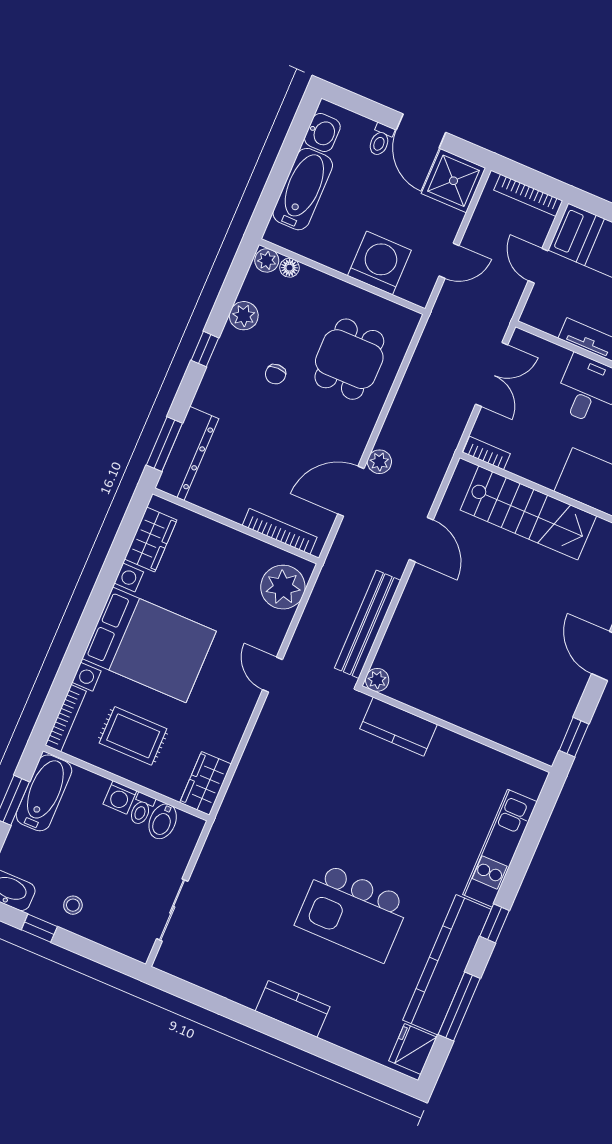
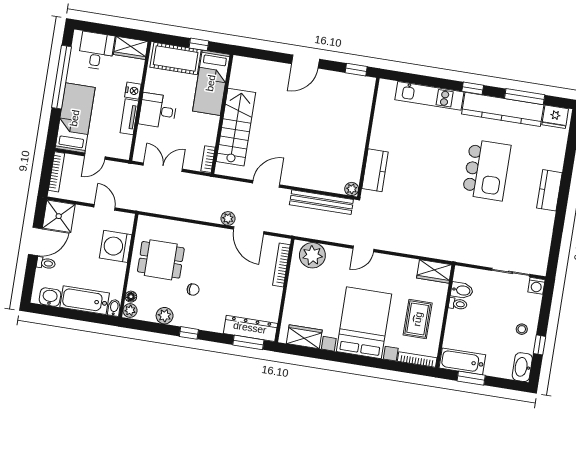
bidet: (278, 235) -> (114, 308), added
dining table: (349, 359) -> (161, 260), moved
washing machine: (120, 797) -> (536, 286), moved, turned 90

